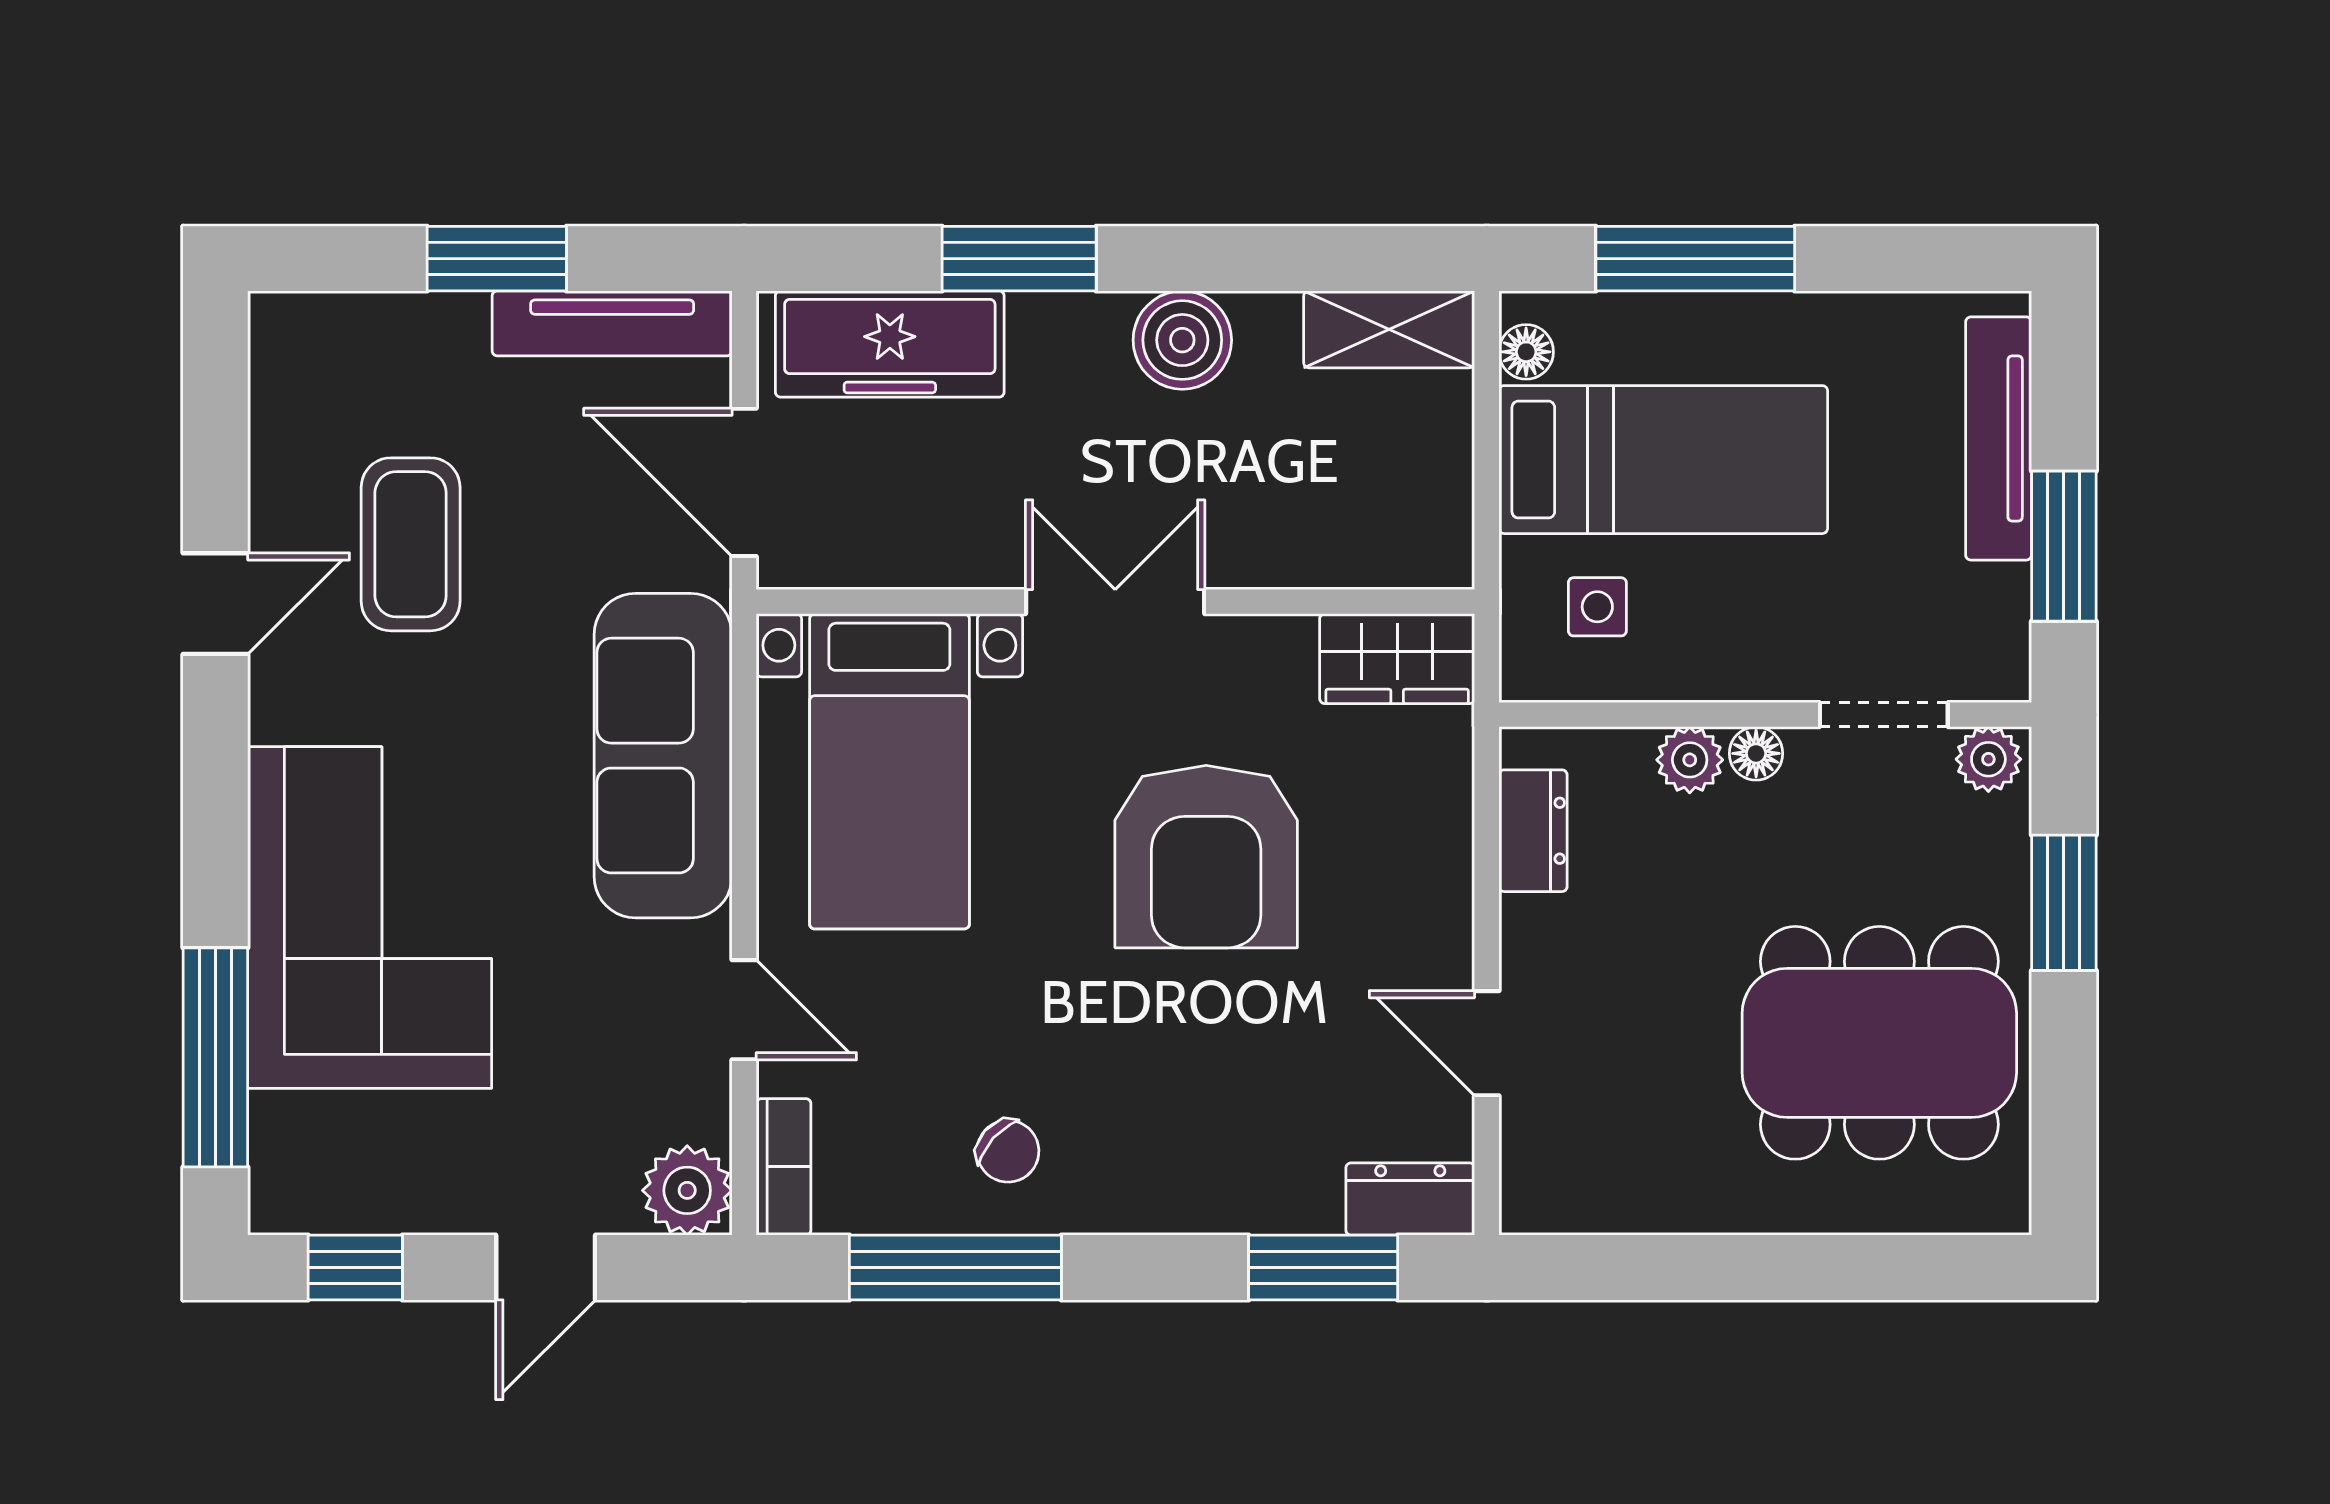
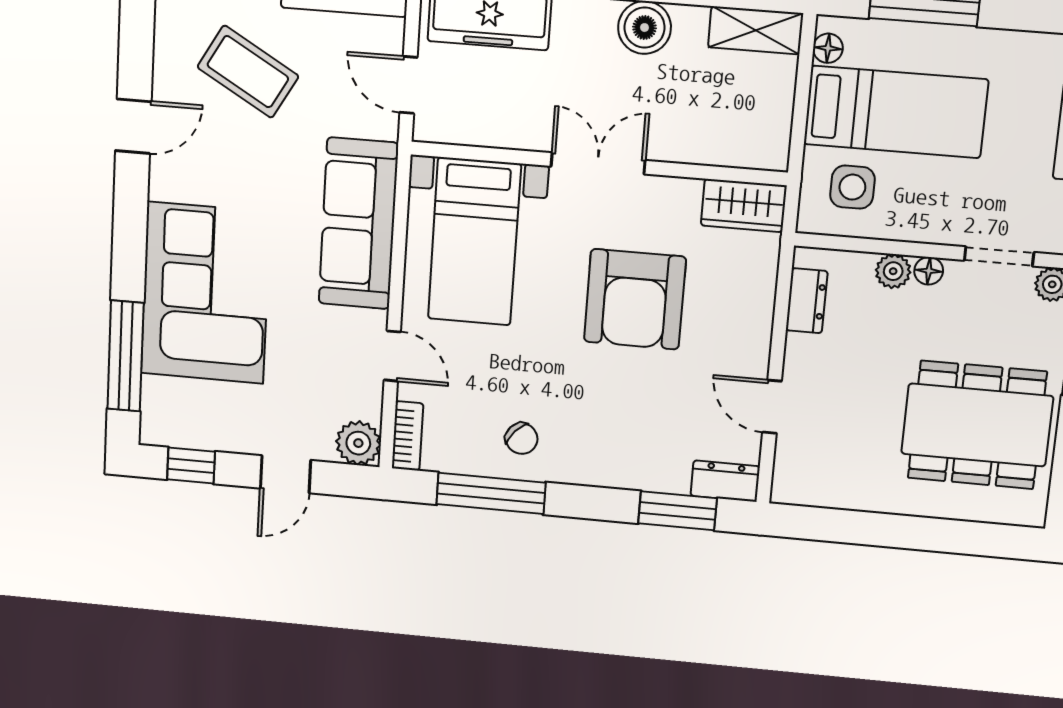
door: (744, 482) -> (408, 85), width x0.73
coffee table: (411, 544) -> (248, 72), moved, turned -60
side table: (1597, 607) -> (852, 187), width x1.37, depth x1.37

